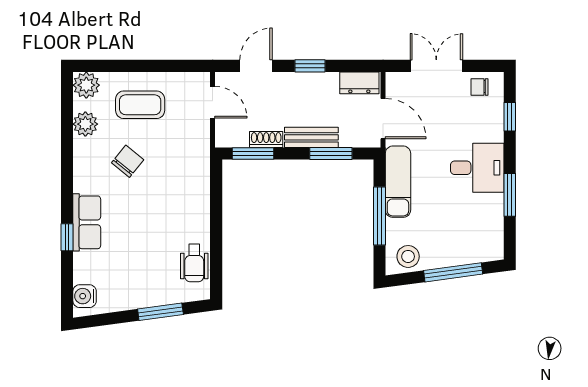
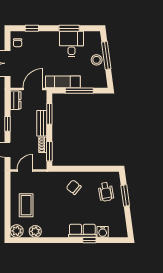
chair: (128, 161) -> (74, 187), moved
desk: (477, 168) -> (72, 44), moved
stool: (408, 256) -> (97, 60), moved
wheelchair: (194, 263) -> (106, 192), moved, turned 80
water cooler: (85, 296) -> (103, 232), moved

